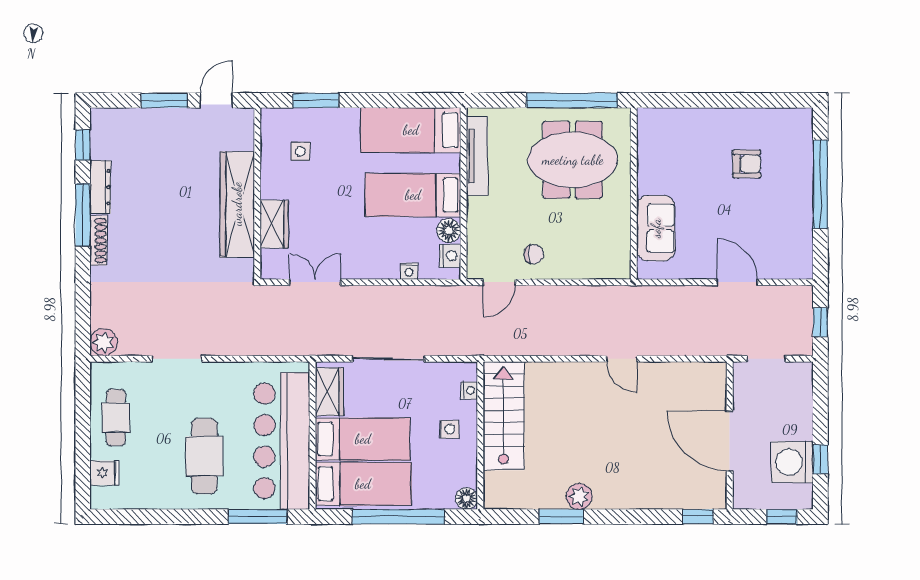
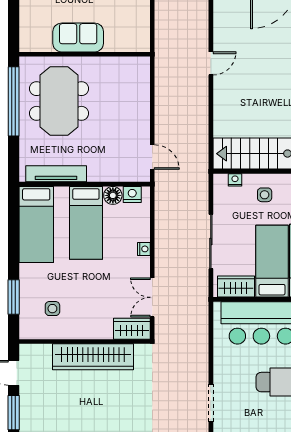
wardrobe: (274, 224) -> (132, 329), moved
sofa: (656, 228) -> (78, 37), moved
chair: (534, 254) -> (131, 131), removed
nightstand: (409, 271) -> (144, 249), moved

